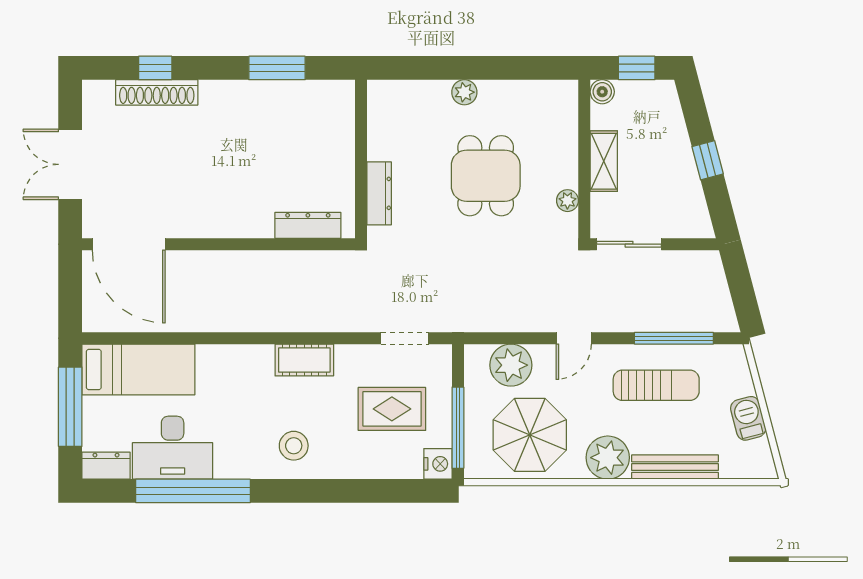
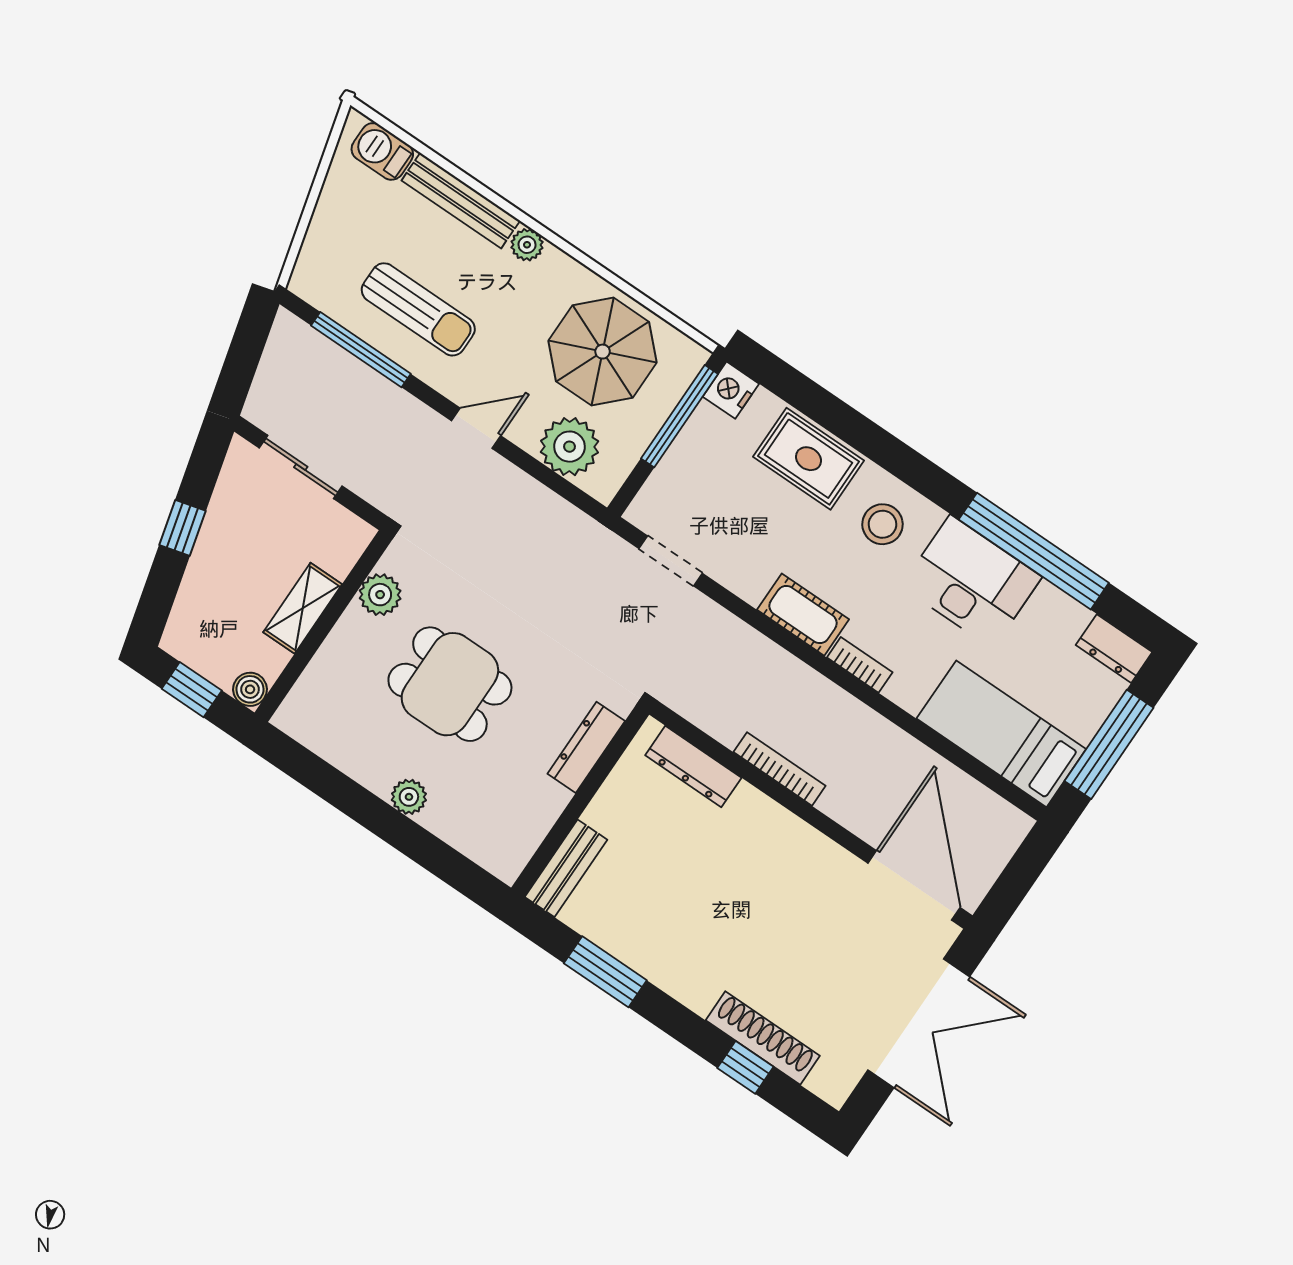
bench: (342, 113) -> (566, 868), added
double door: (70, 164) -> (919, 1023), width x1.37
dining table: (486, 176) -> (450, 684), turned 90
plant: (567, 201) -> (380, 595), width x1.38, depth x1.38
sliding door: (629, 244) -> (301, 467), moved
bookcase: (256, 259) -> (780, 769), added
bookcase: (250, 353) -> (860, 665), added
sun lounger: (656, 385) -> (418, 309), turned 180
rug: (392, 409) -> (808, 459), moved
barbecue: (748, 418) -> (382, 151), moved, turned 105
desk: (173, 448) -> (971, 582), moved
plant: (608, 458) -> (527, 245), width x0.53, depth x0.53

